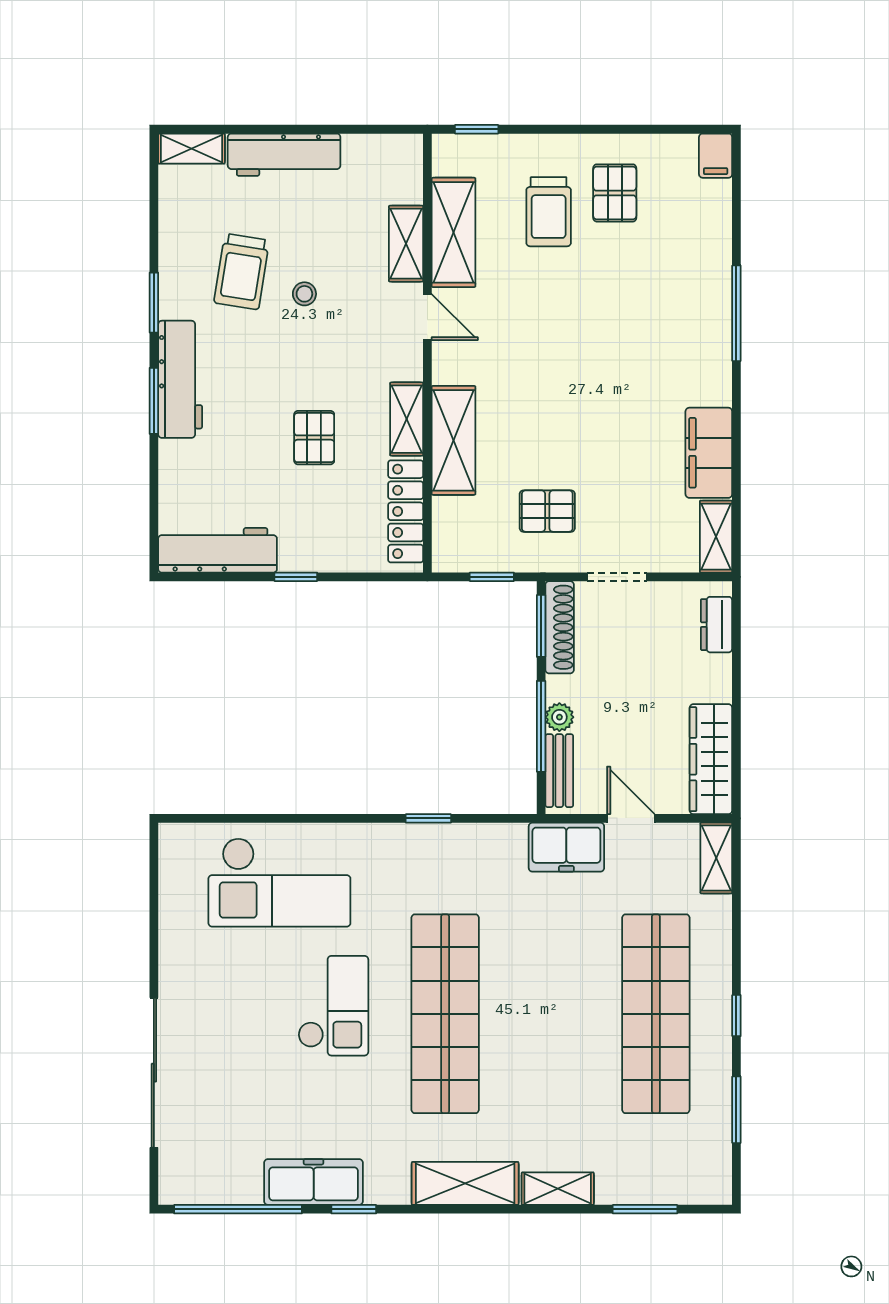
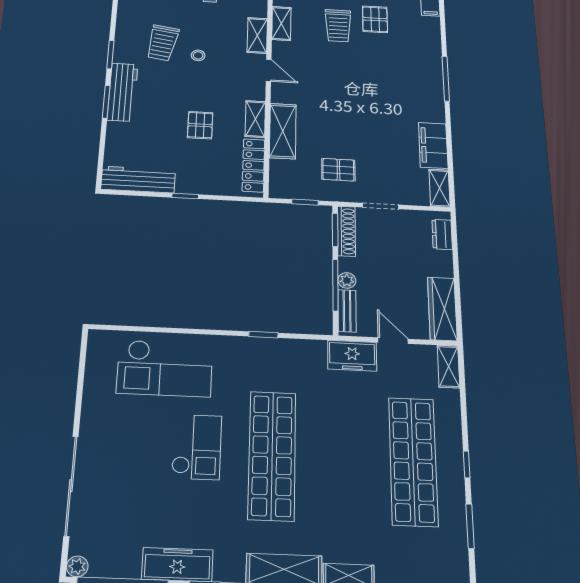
shelving: (454, 232) -> (281, 23), width x0.67, depth x0.75
plant: (173, 1190) -> (77, 566), added

